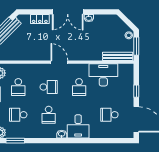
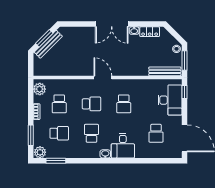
locker: (40, 19) -> (150, 32), moved
desk: (103, 75) -> (170, 100), moved, turned 90
window: (136, 91) -> (184, 92), moved
school desk: (18, 115) -> (59, 133), turned 180
school desk: (49, 115) -> (91, 133), turned 180
school desk: (109, 115) -> (156, 133), turned -90

